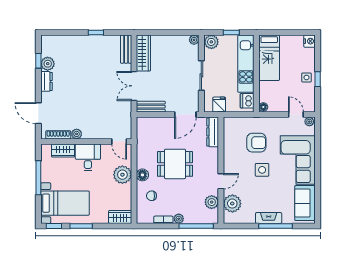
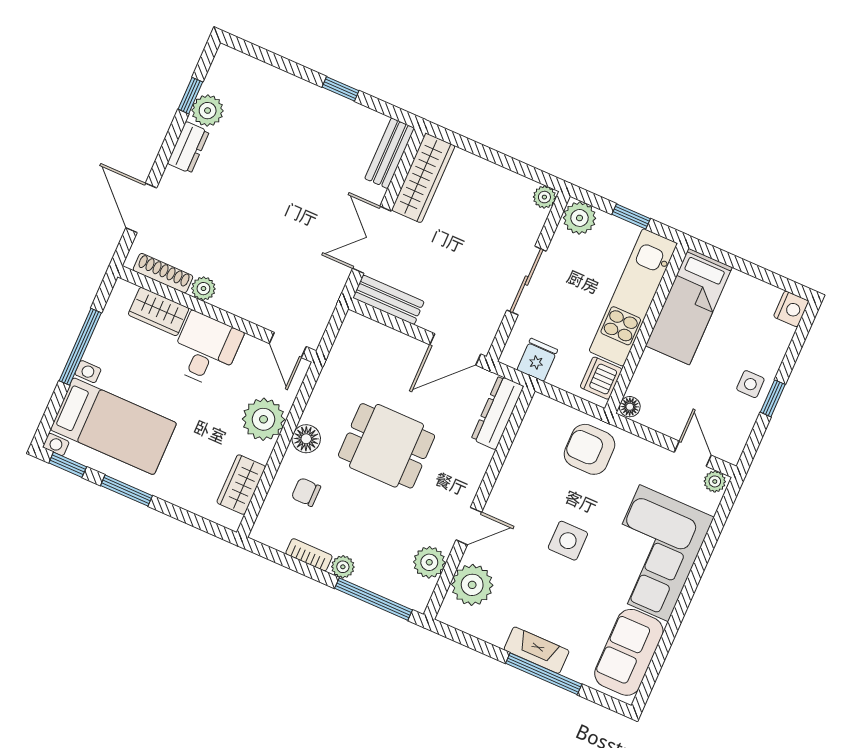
armchair: (256, 143) -> (589, 449), moved, turned 180
wardrobe: (120, 217) -> (241, 485), moved, turned -90

